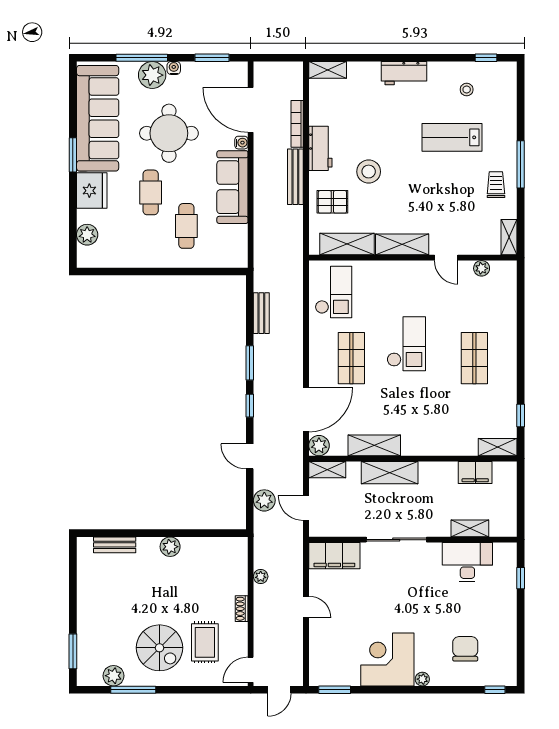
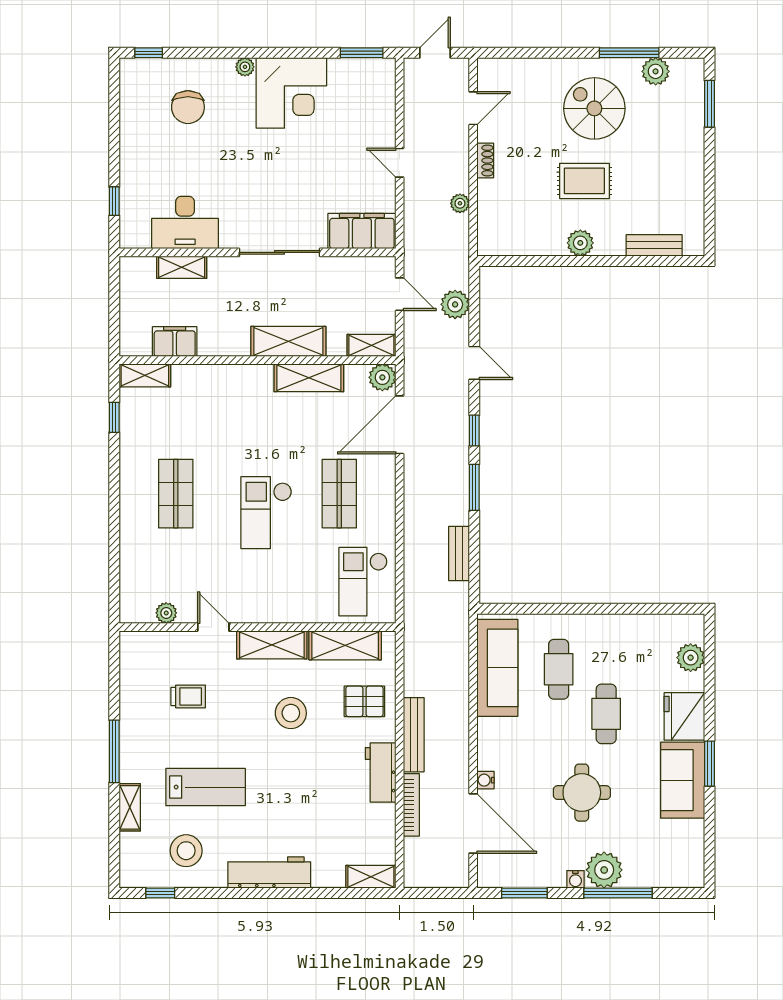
workbench: (404, 73) -> (269, 872), width x1.37
stool: (467, 90) -> (186, 851), width x1.89, depth x1.89
sofa: (98, 118) -> (683, 780), width x0.54, depth x0.79
round table: (169, 133) -> (582, 793), width x0.73, depth x0.73
stool: (369, 172) -> (291, 713), moved
trolley: (496, 185) -> (188, 696), moved, turned -90
sofa: (232, 187) -> (497, 668), moved
shelving: (509, 237) -> (130, 807), moved
rug: (205, 642) -> (584, 181), moved, turned 90
door: (251, 670) -> (473, 108), moved

